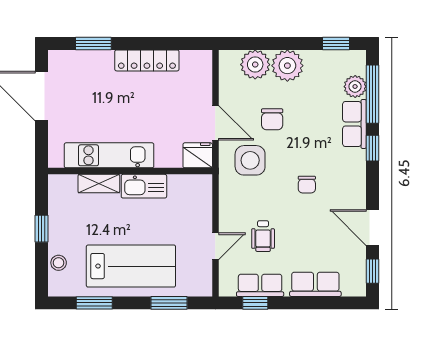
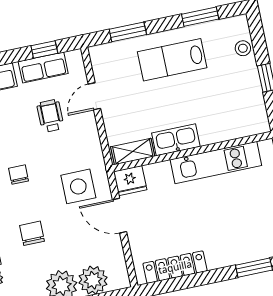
locker: (147, 60) -> (175, 267), moved
chair: (272, 119) -> (32, 233), moved
shelving: (99, 184) -> (133, 151), moved
lab bench: (131, 266) -> (172, 60), width x0.73, depth x0.72

